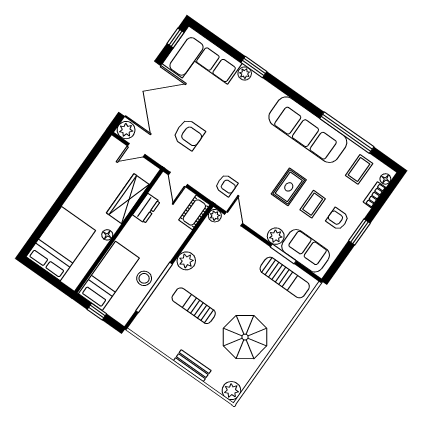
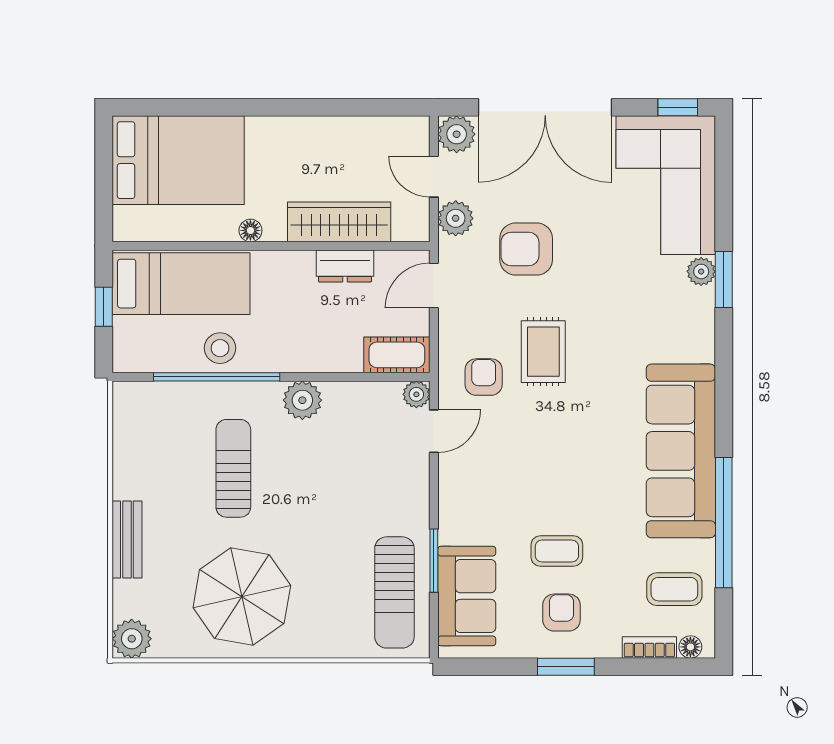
armchair: (189, 134) -> (526, 249), turned 90
armchair: (226, 185) -> (484, 377), turned 180
rug: (289, 187) -> (543, 352), moved, turned 90
plant: (276, 236) -> (456, 218), moved

